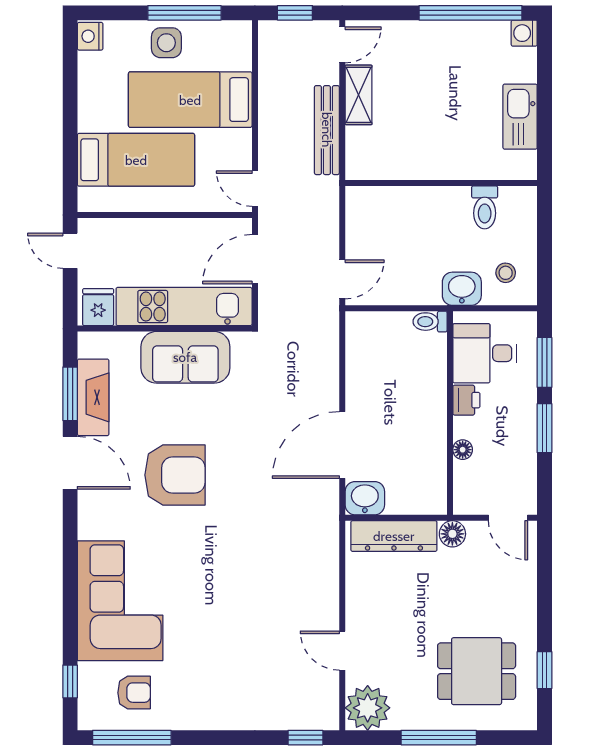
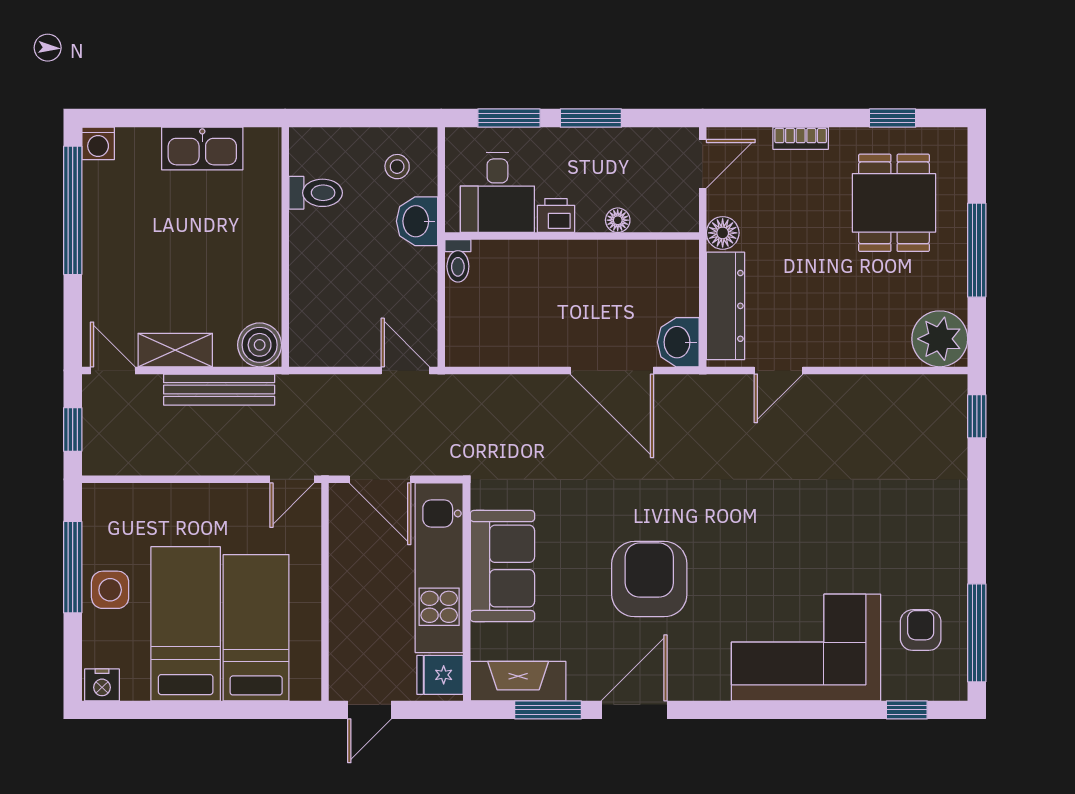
bed: (190, 100) -> (186, 624), moved, turned 180
boiler: (363, 163) -> (260, 345), added
fireplace: (93, 397) -> (518, 681), moved
bookcase: (528, 596) -> (801, 138), added
door: (342, 651) -> (779, 370), moved

